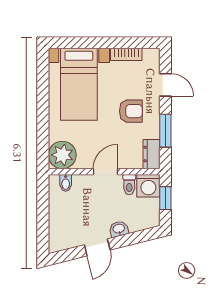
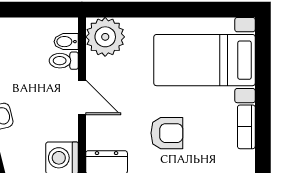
armchair: (131, 111) -> (167, 133), turned -90
toilet: (129, 185) -> (64, 61), moved

